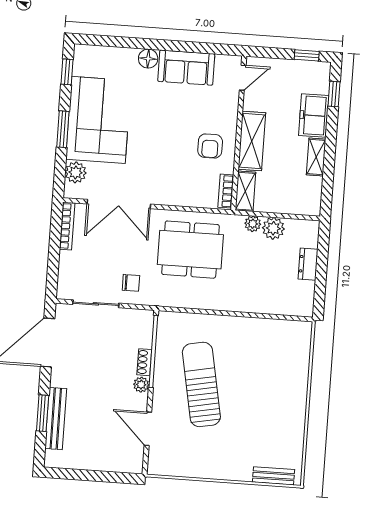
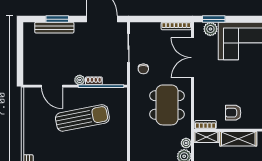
window: (63, 129) -> (214, 19), moved
door: (148, 429) -> (52, 86), swing flipped

